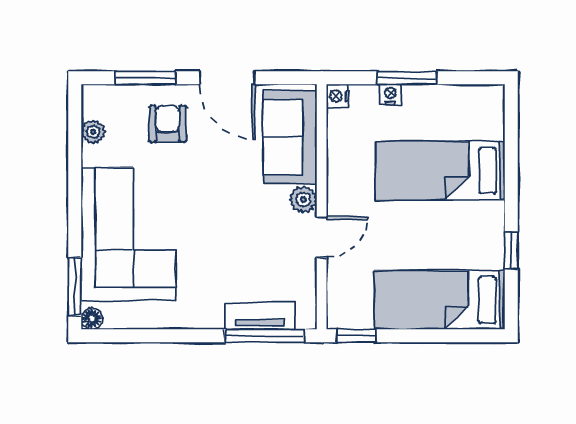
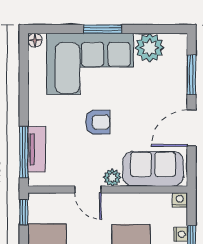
armchair: (168, 124) -> (98, 122), moved
plant: (93, 132) -> (150, 48), width x1.88, depth x1.88
window: (75, 287) -> (103, 29), moved

